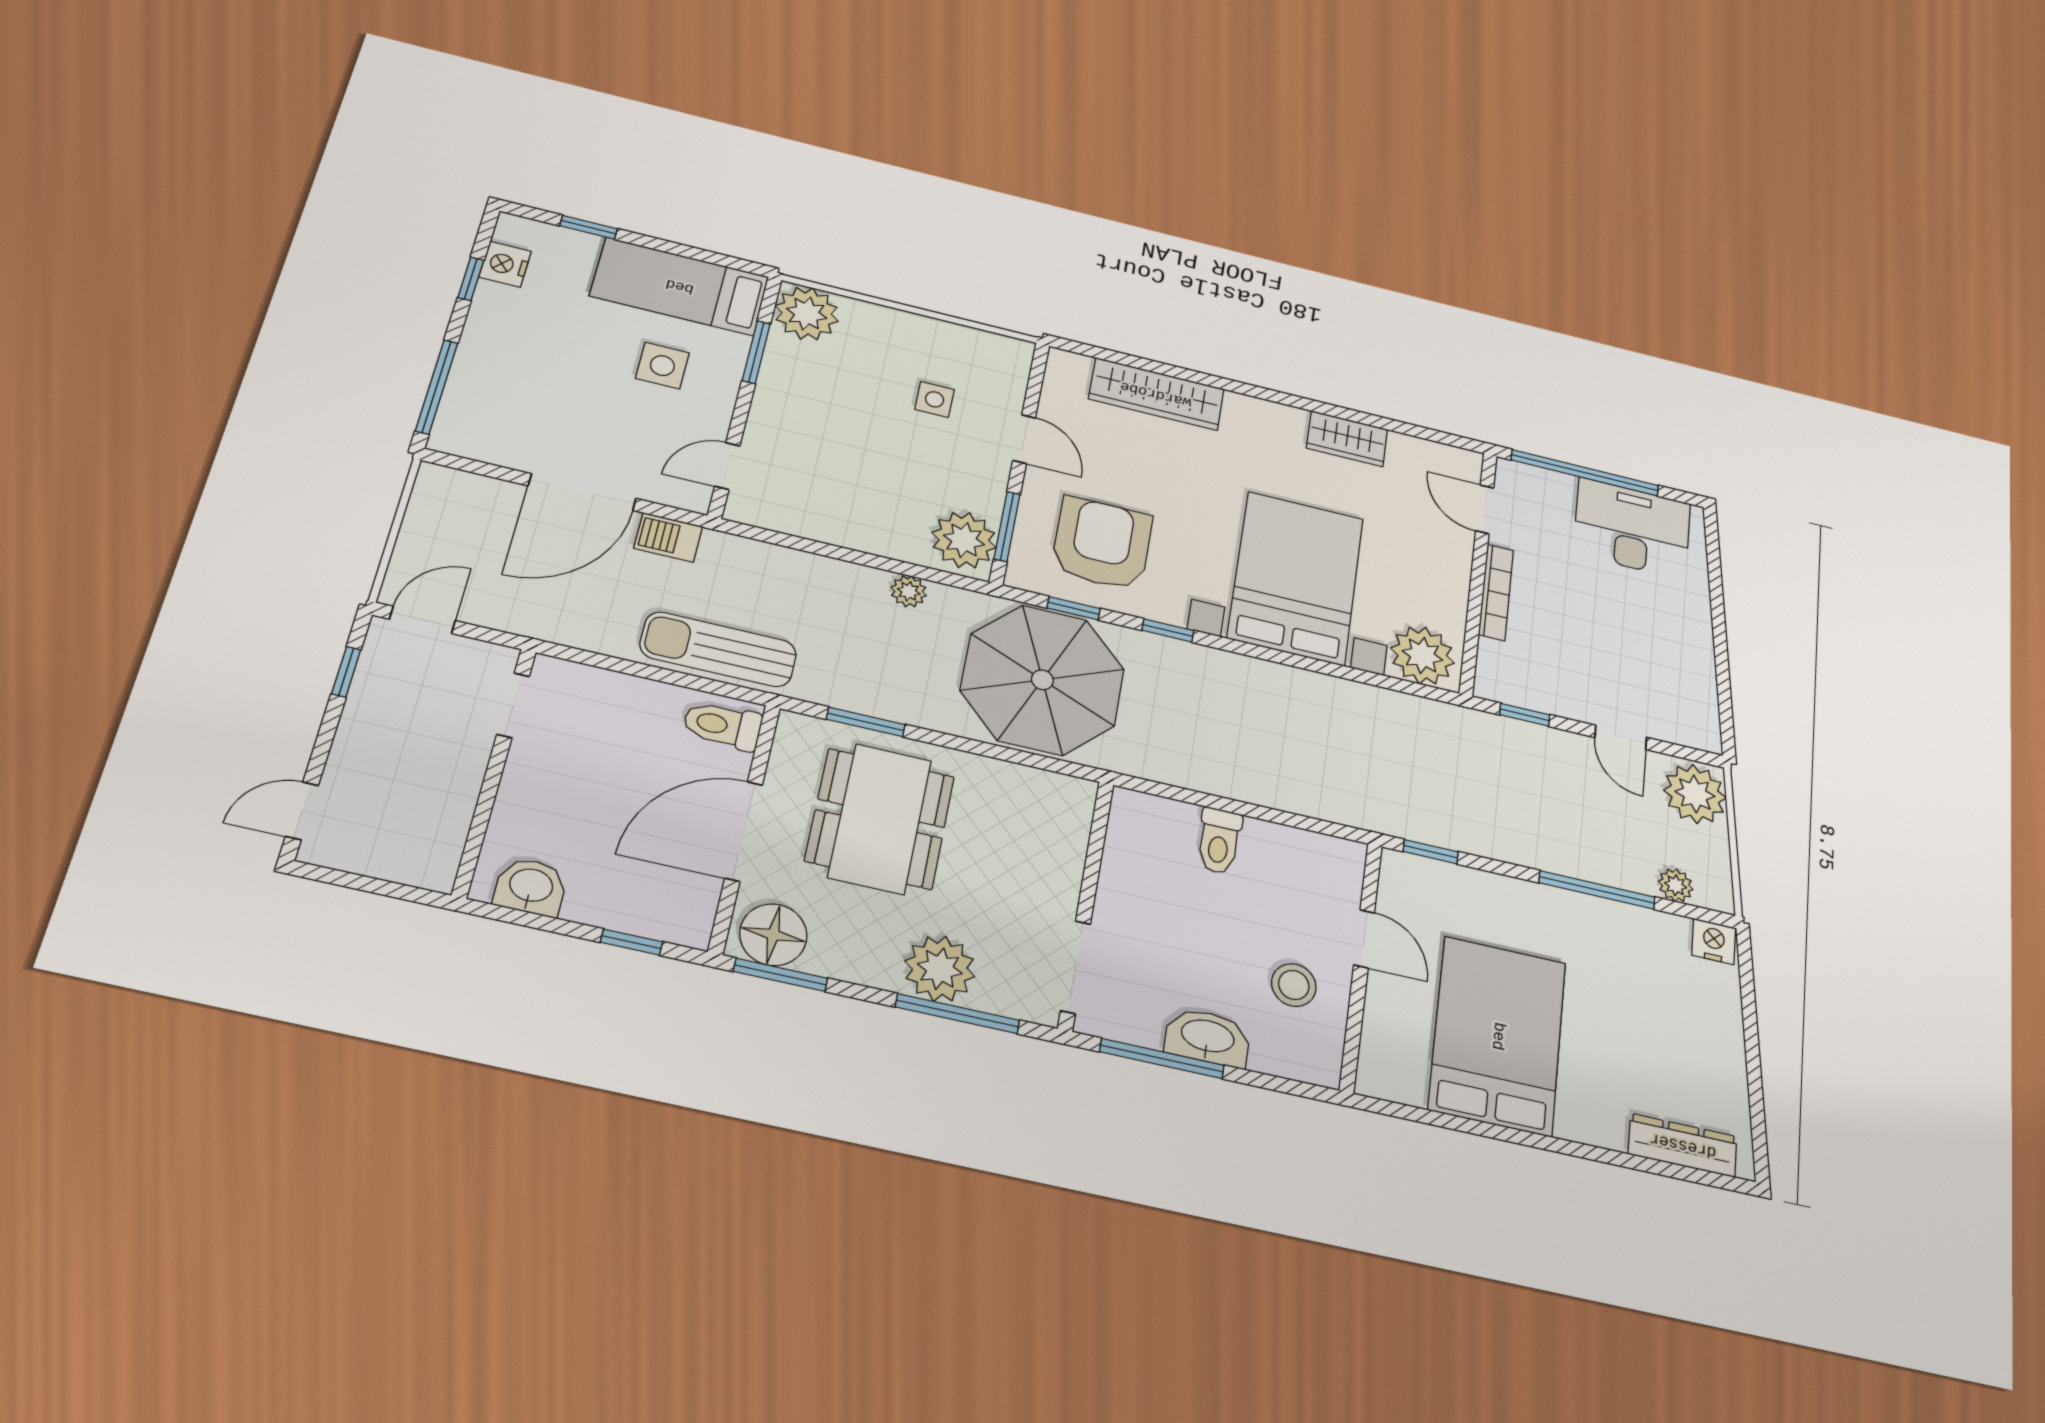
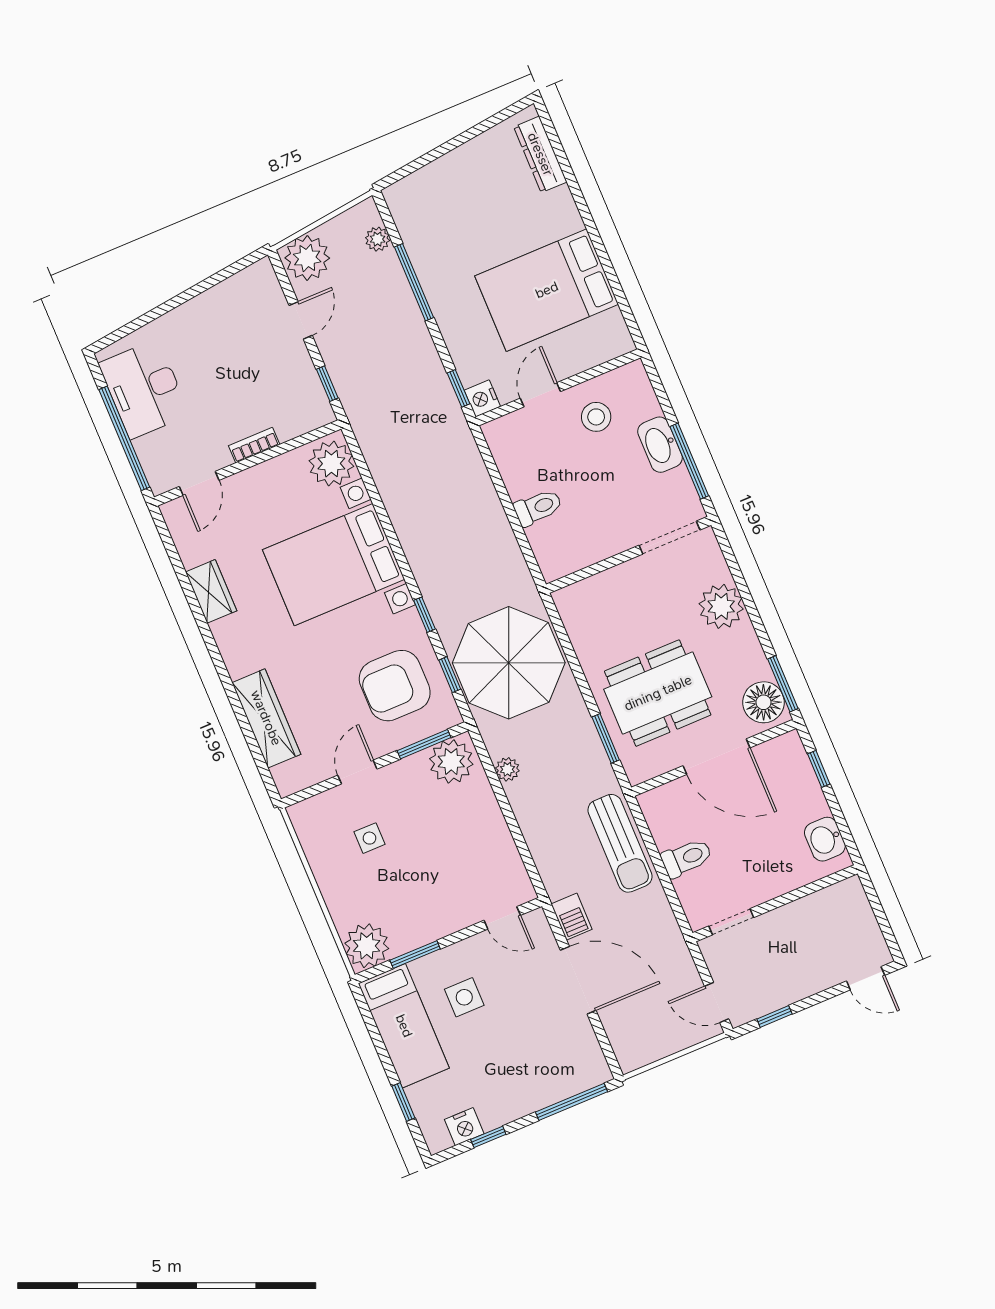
bookcase: (1496, 592) -> (254, 445), width x0.64
toilet: (722, 725) -> (687, 858), moved, turned -90
nightstand: (1714, 941) -> (482, 398), moved
window: (957, 1014) -> (740, 581), removed

